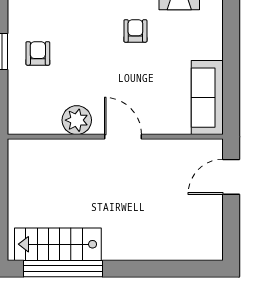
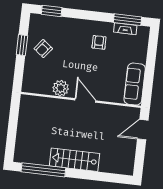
armchair: (38, 53) -> (43, 49), turned -142
stairs: (58, 244) -> (75, 160), moved

